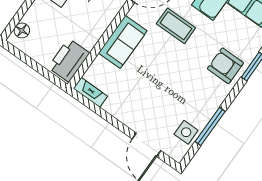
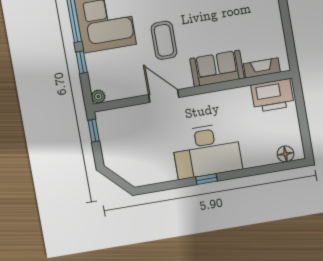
fireplace: (90, 92) -> (262, 68), moved, turned 90

